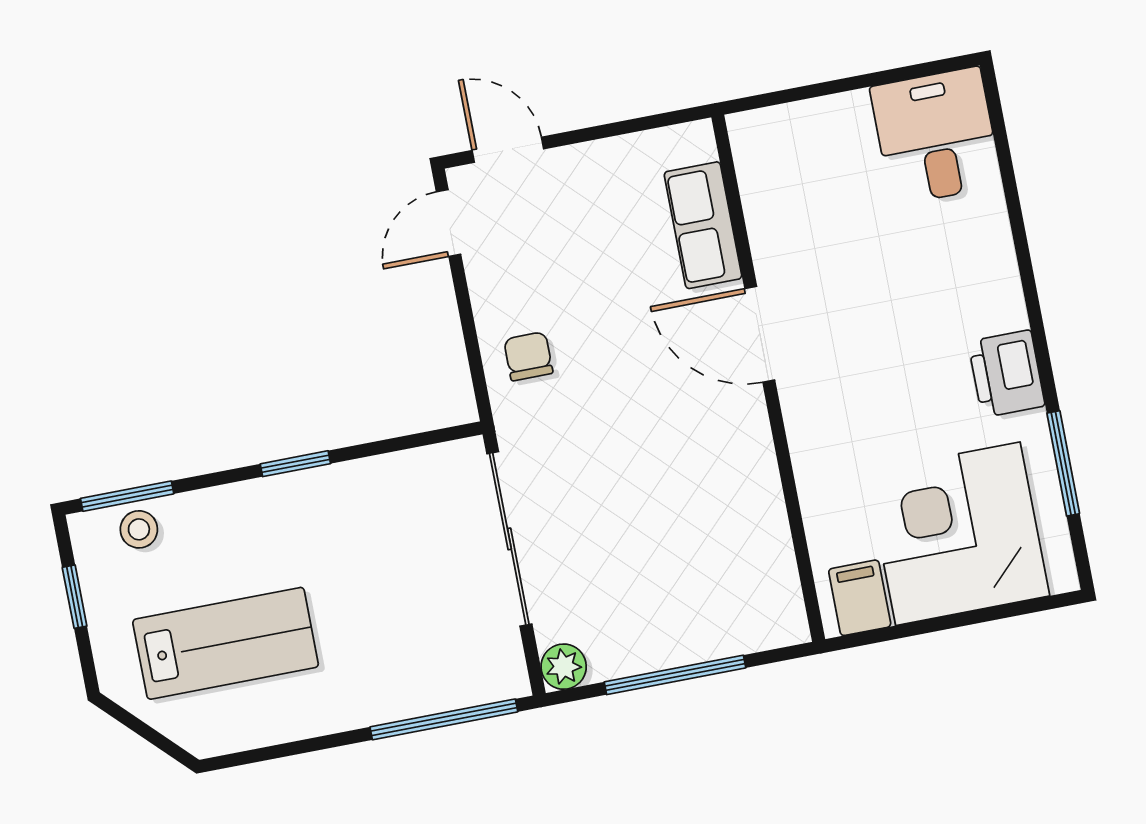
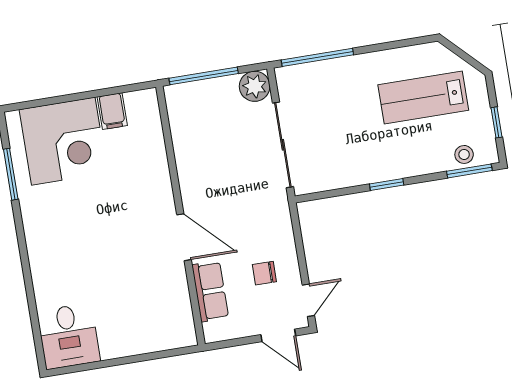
row of seats: (703, 225) -> (210, 291), moved
door: (760, 334) -> (184, 237), moved
chair: (528, 356) -> (264, 273), moved, turned 90
printer: (1006, 374) -> (37, 219), removed
wall: (768, 378) -> (180, 216), moved
plant: (564, 667) -> (255, 86), width x1.38, depth x1.38

